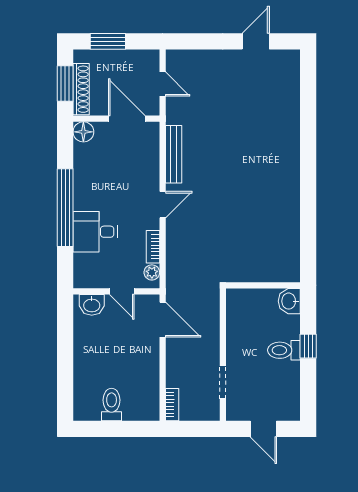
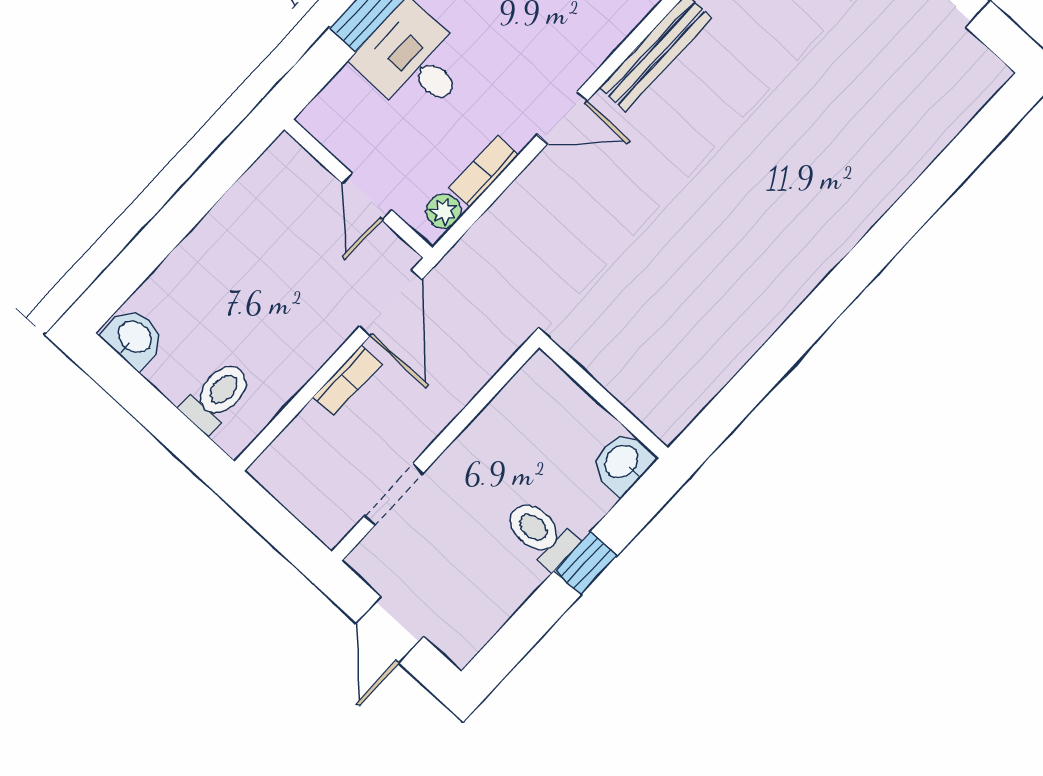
washbasin: (92, 305) -> (134, 337), moved, turned 180
toilet: (112, 404) -> (217, 397), moved
bookcase: (172, 405) -> (347, 380), moved

